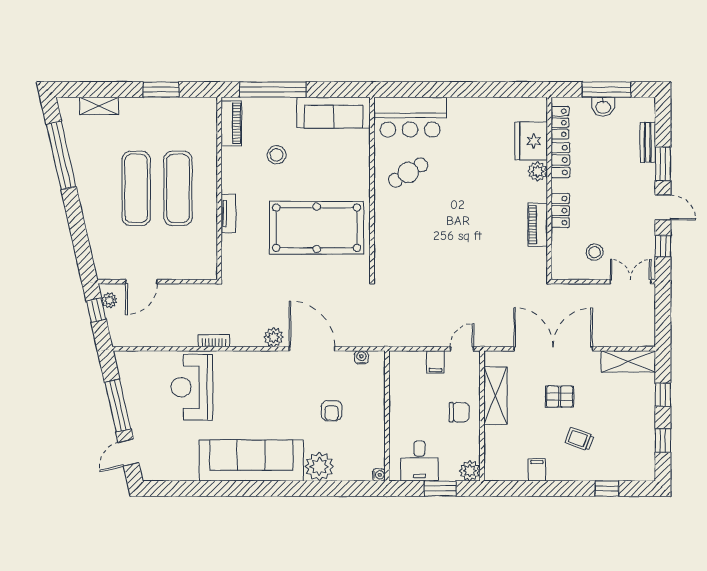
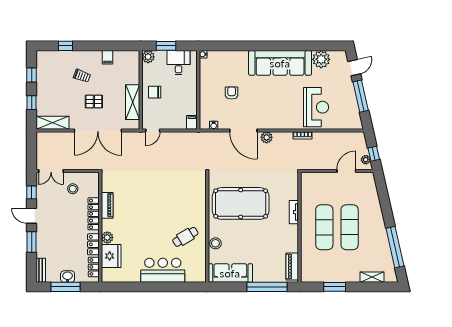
bar counter: (410, 117) -> (163, 270), moved
bench: (648, 142) -> (41, 270), moved
stool: (277, 155) -> (215, 243), moved
locker: (560, 211) -> (94, 214), width x1.53
filing cabinet: (435, 362) -> (192, 122), moved
plant: (319, 467) -> (321, 59), moved

